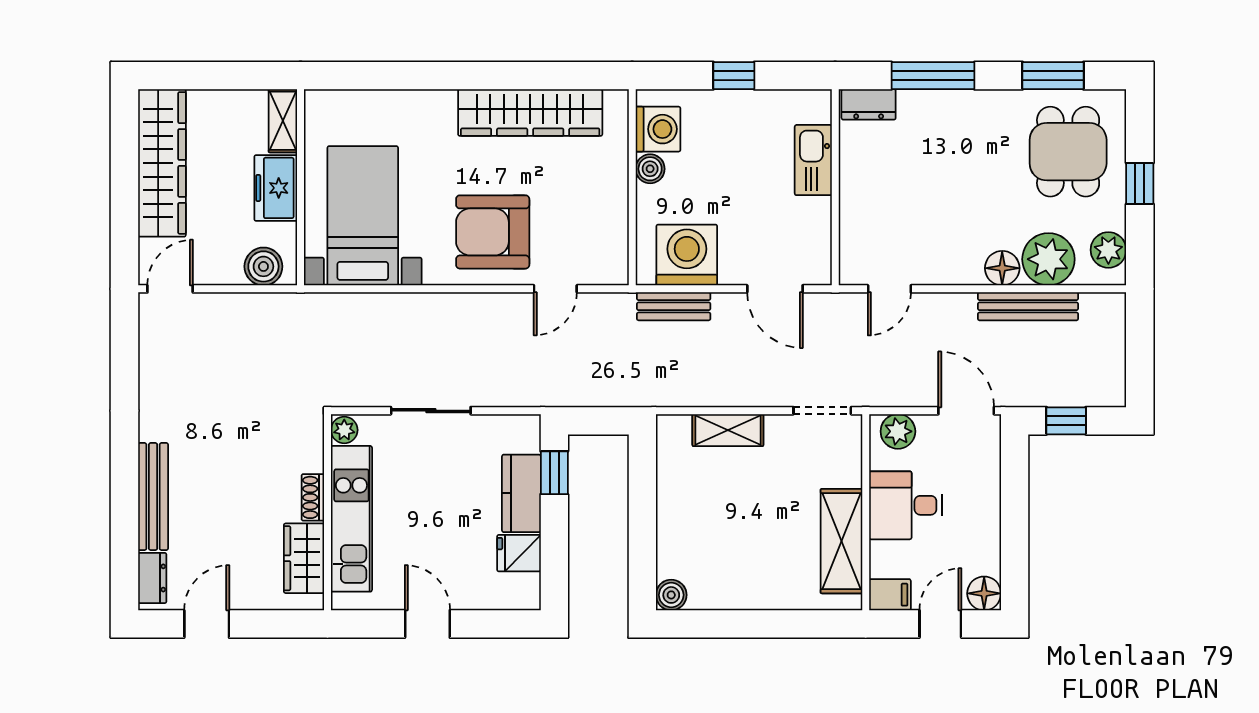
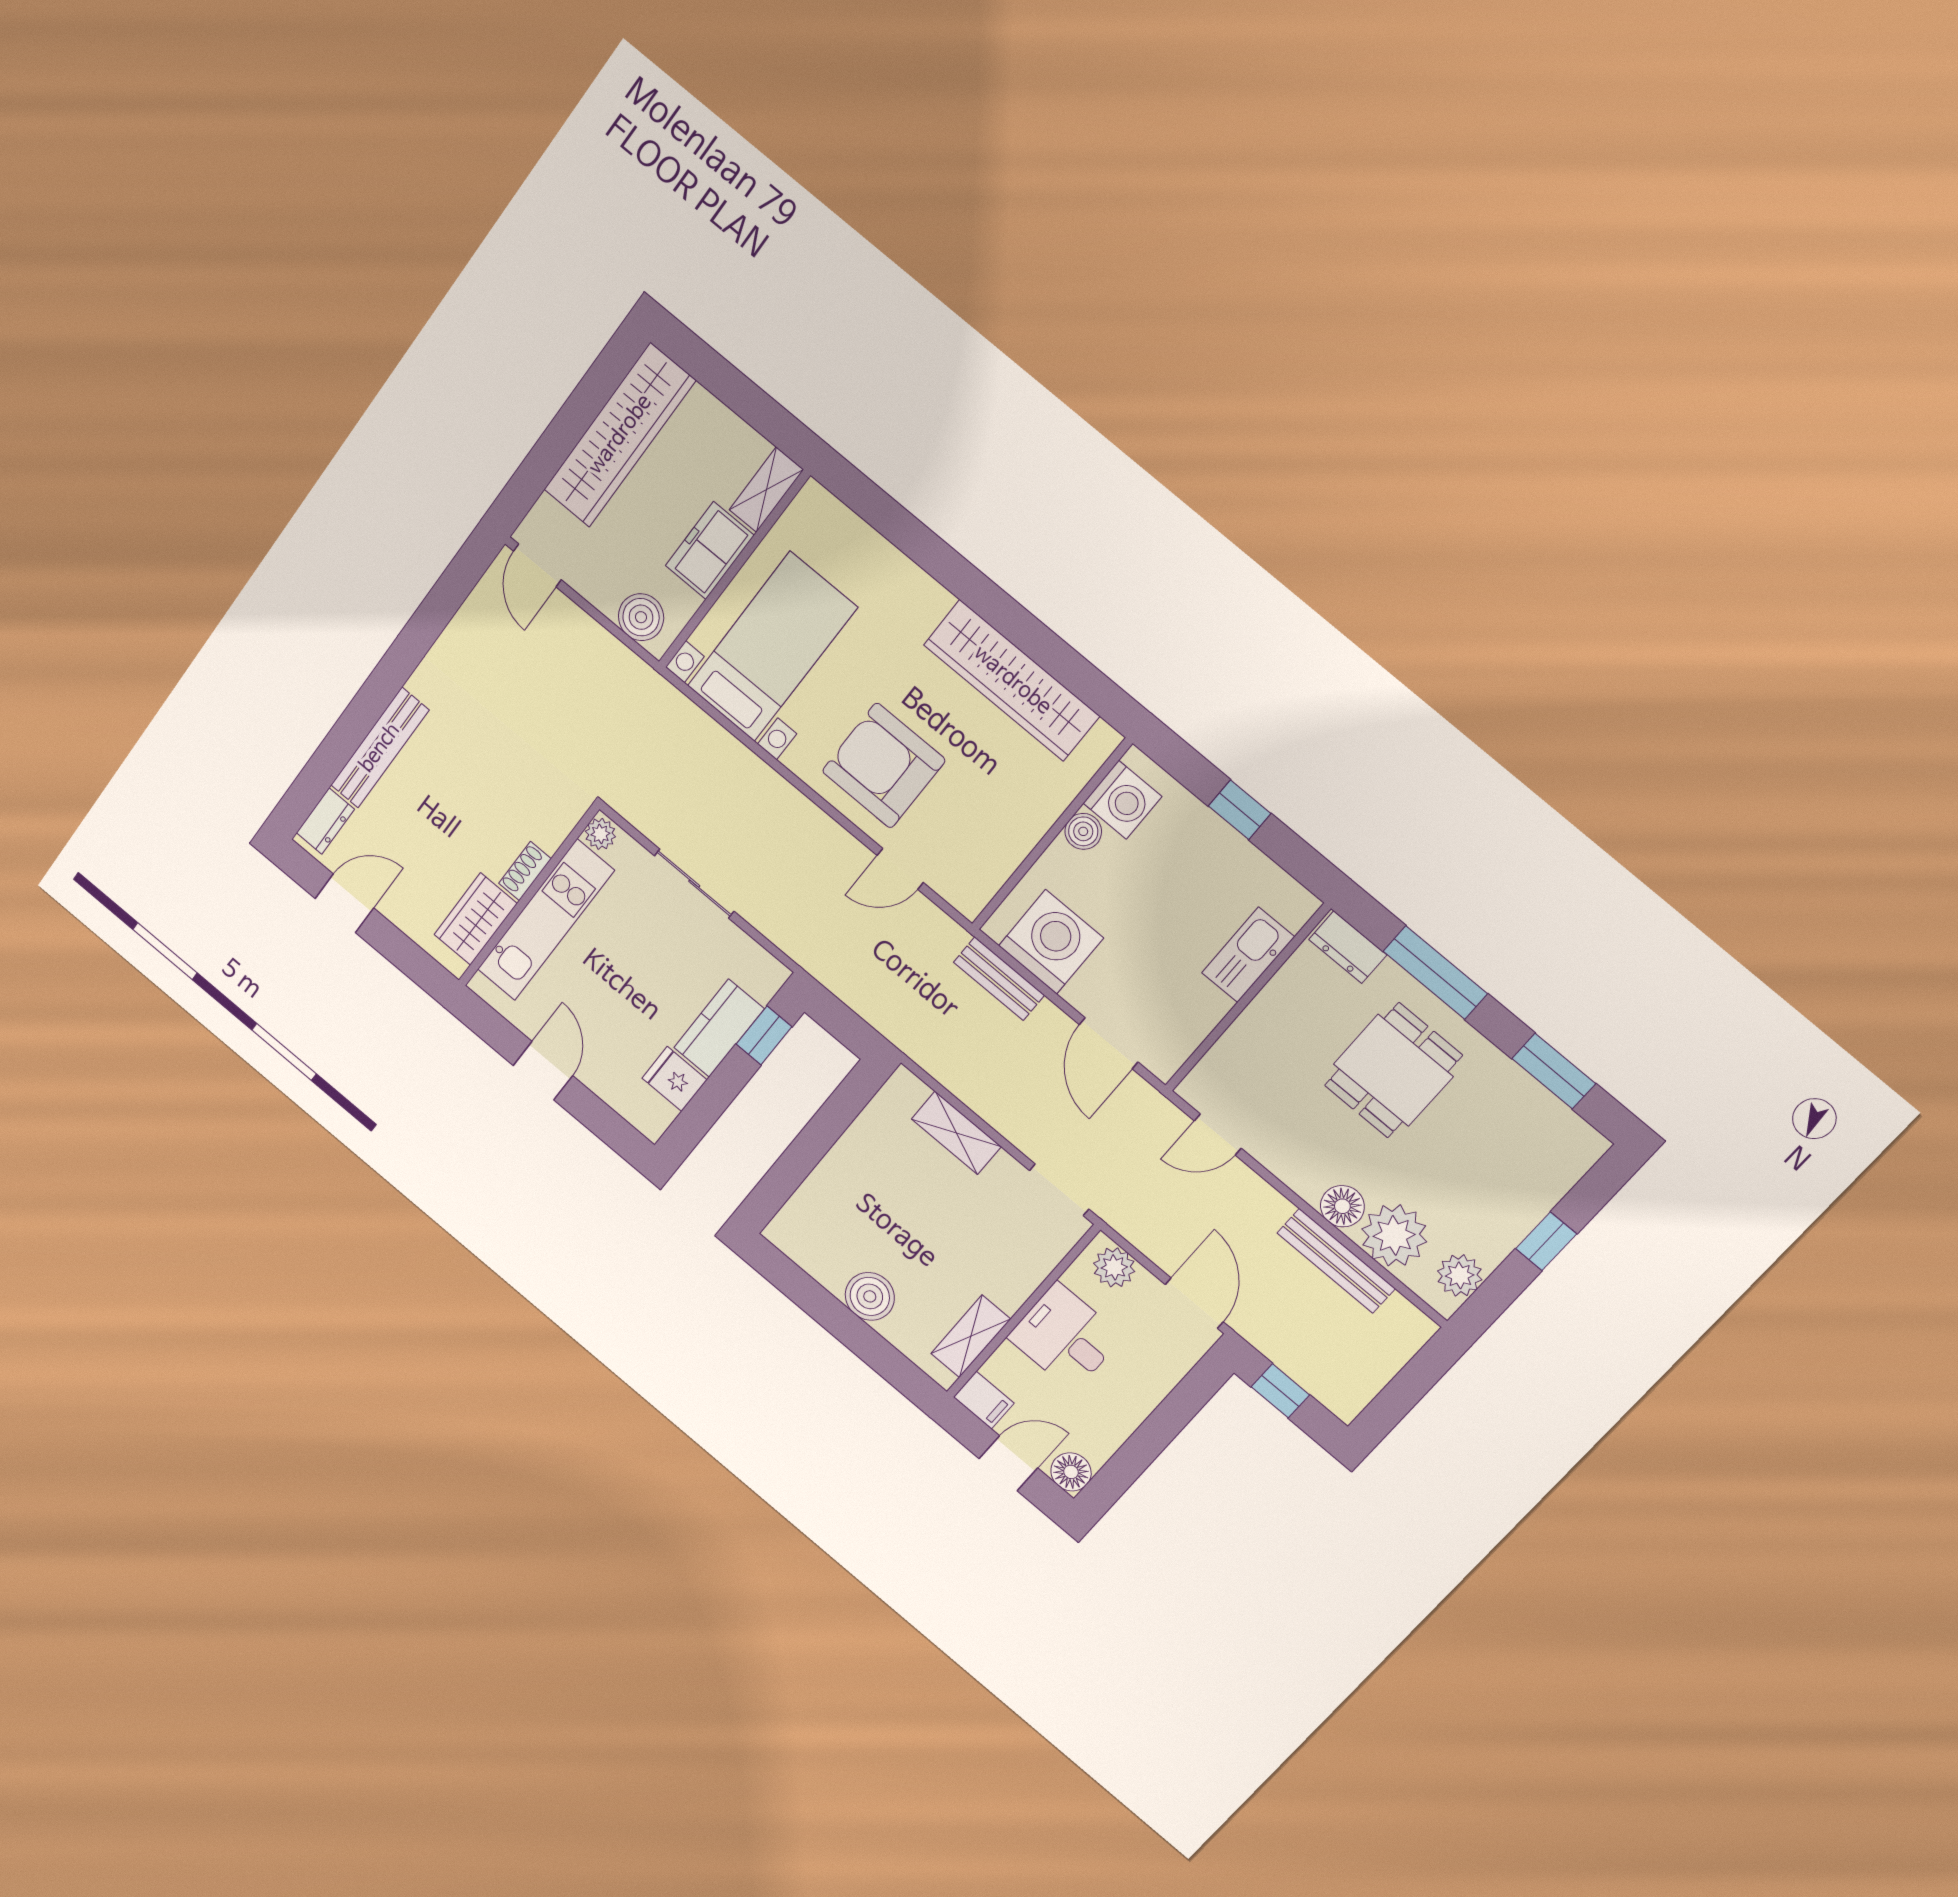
dining table: (1068, 152) -> (1393, 1070), moved
door: (170, 289) -> (537, 565), swing flipped
shelving: (841, 541) -> (971, 1336), width x0.67, depth x0.75
boiler: (671, 595) -> (870, 1296), moved, width x1.36, depth x1.36

